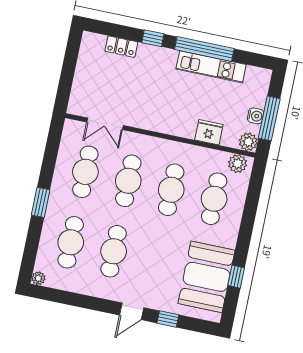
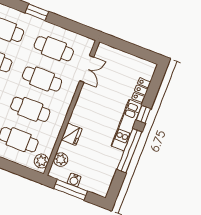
kitchen unit: (211, 67) -> (126, 125), moved
double door: (105, 124) -> (87, 69), swing flipped
fridge: (209, 132) -> (72, 134), moved
plant: (248, 142) -> (61, 160), moved

